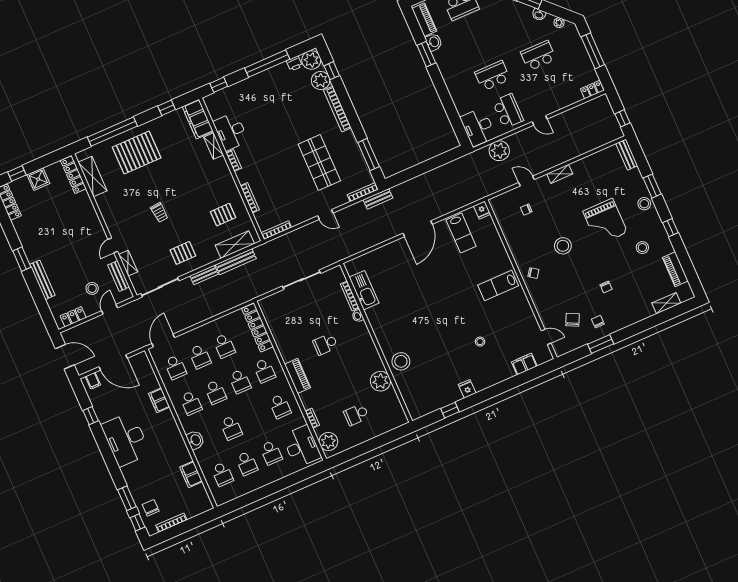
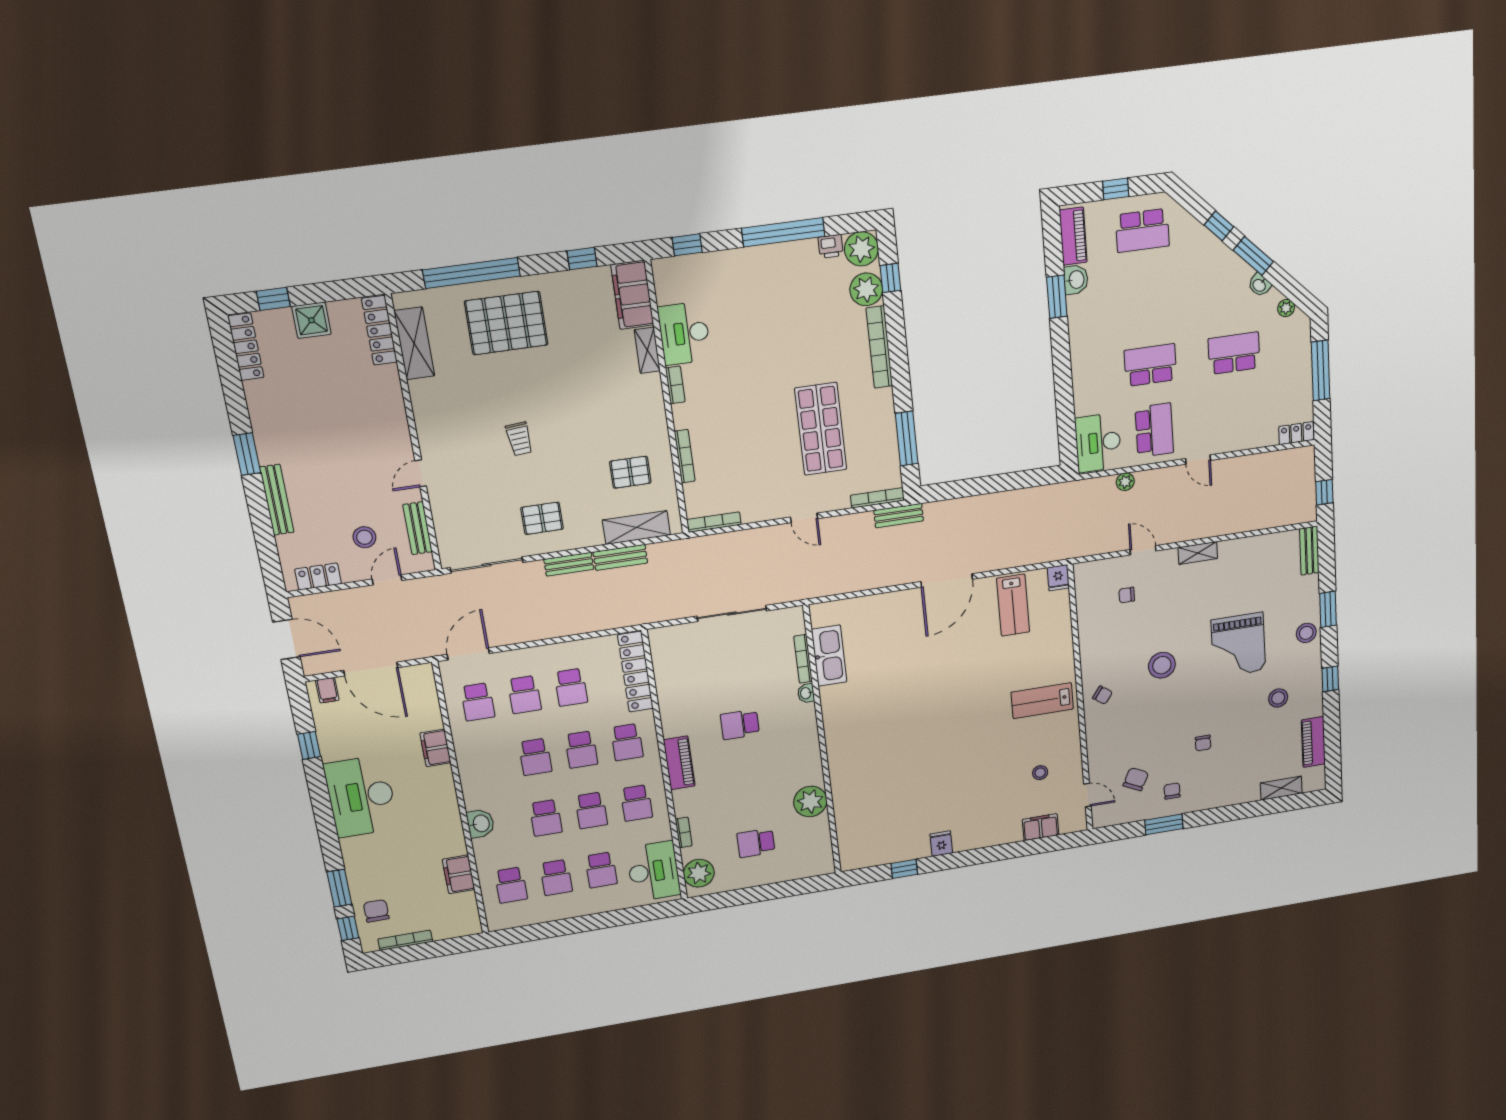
plant: (499, 151) -> (1125, 482), width x0.53, depth x0.53
bench: (236, 262) -> (620, 557), width x0.73
shelving: (128, 263) -> (440, 511), removed
stool: (480, 342) -> (1040, 773), moved
stool: (401, 361) -> (852, 779), removed
school desk: (191, 403) -> (591, 810), moved

